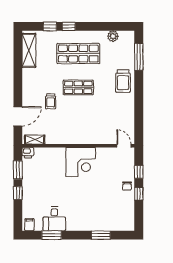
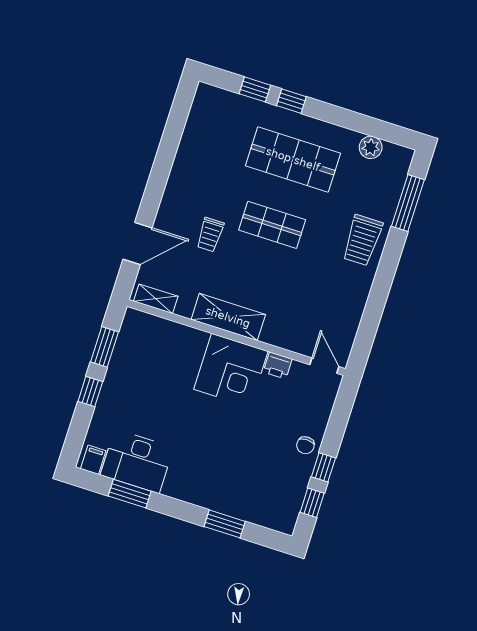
shelving: (29, 50) -> (228, 317), moved, turned 90
printer: (28, 153) -> (278, 365), moved
window: (139, 172) -> (312, 503), moved
desk: (54, 219) -> (137, 461), width x1.37

